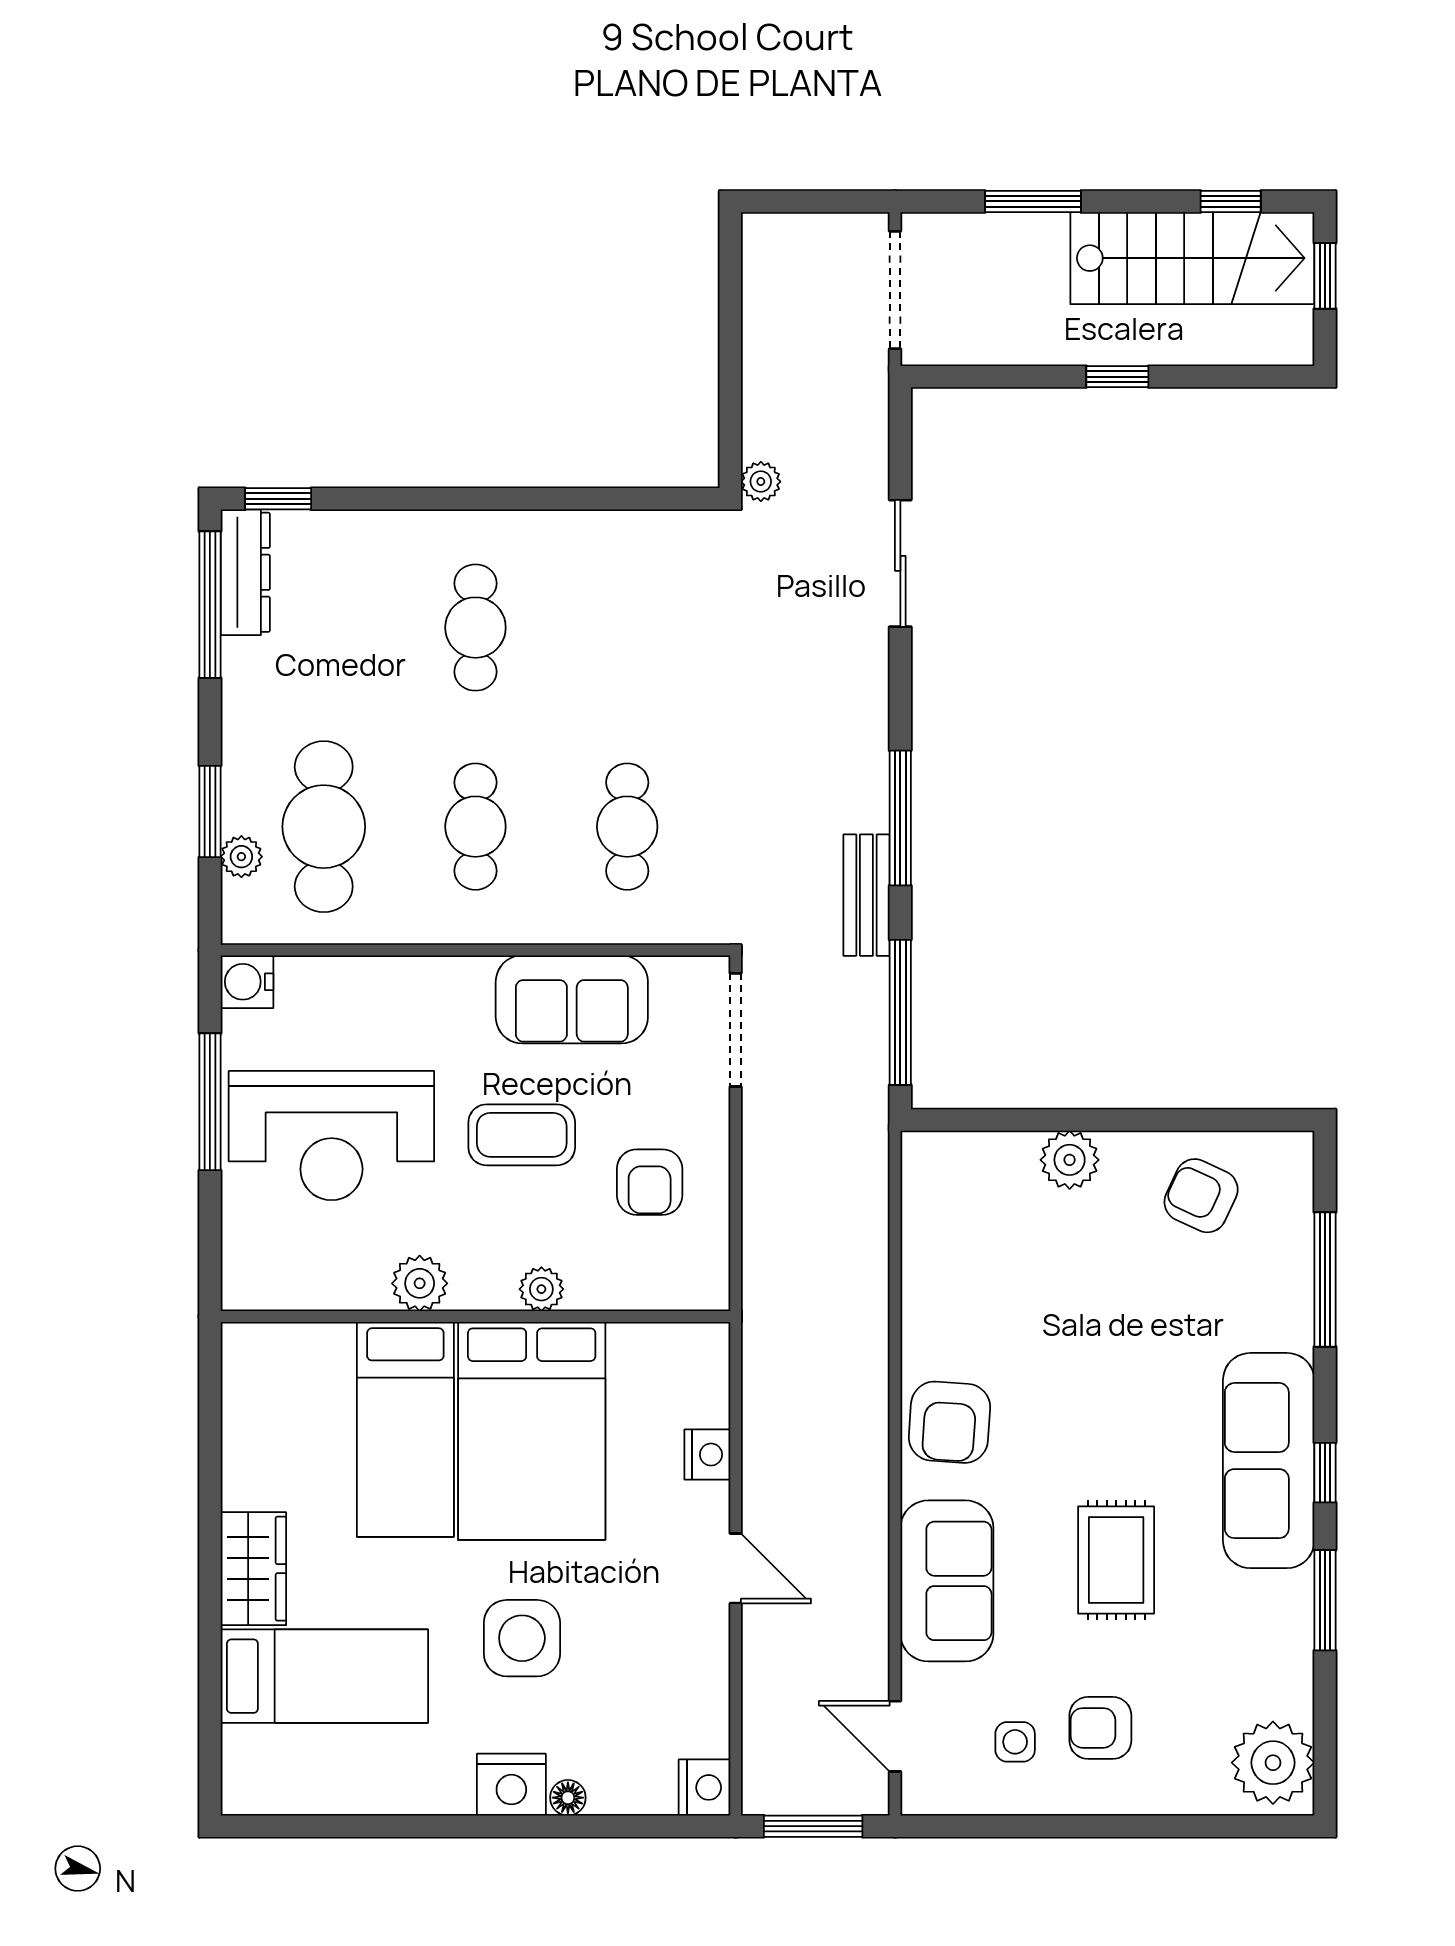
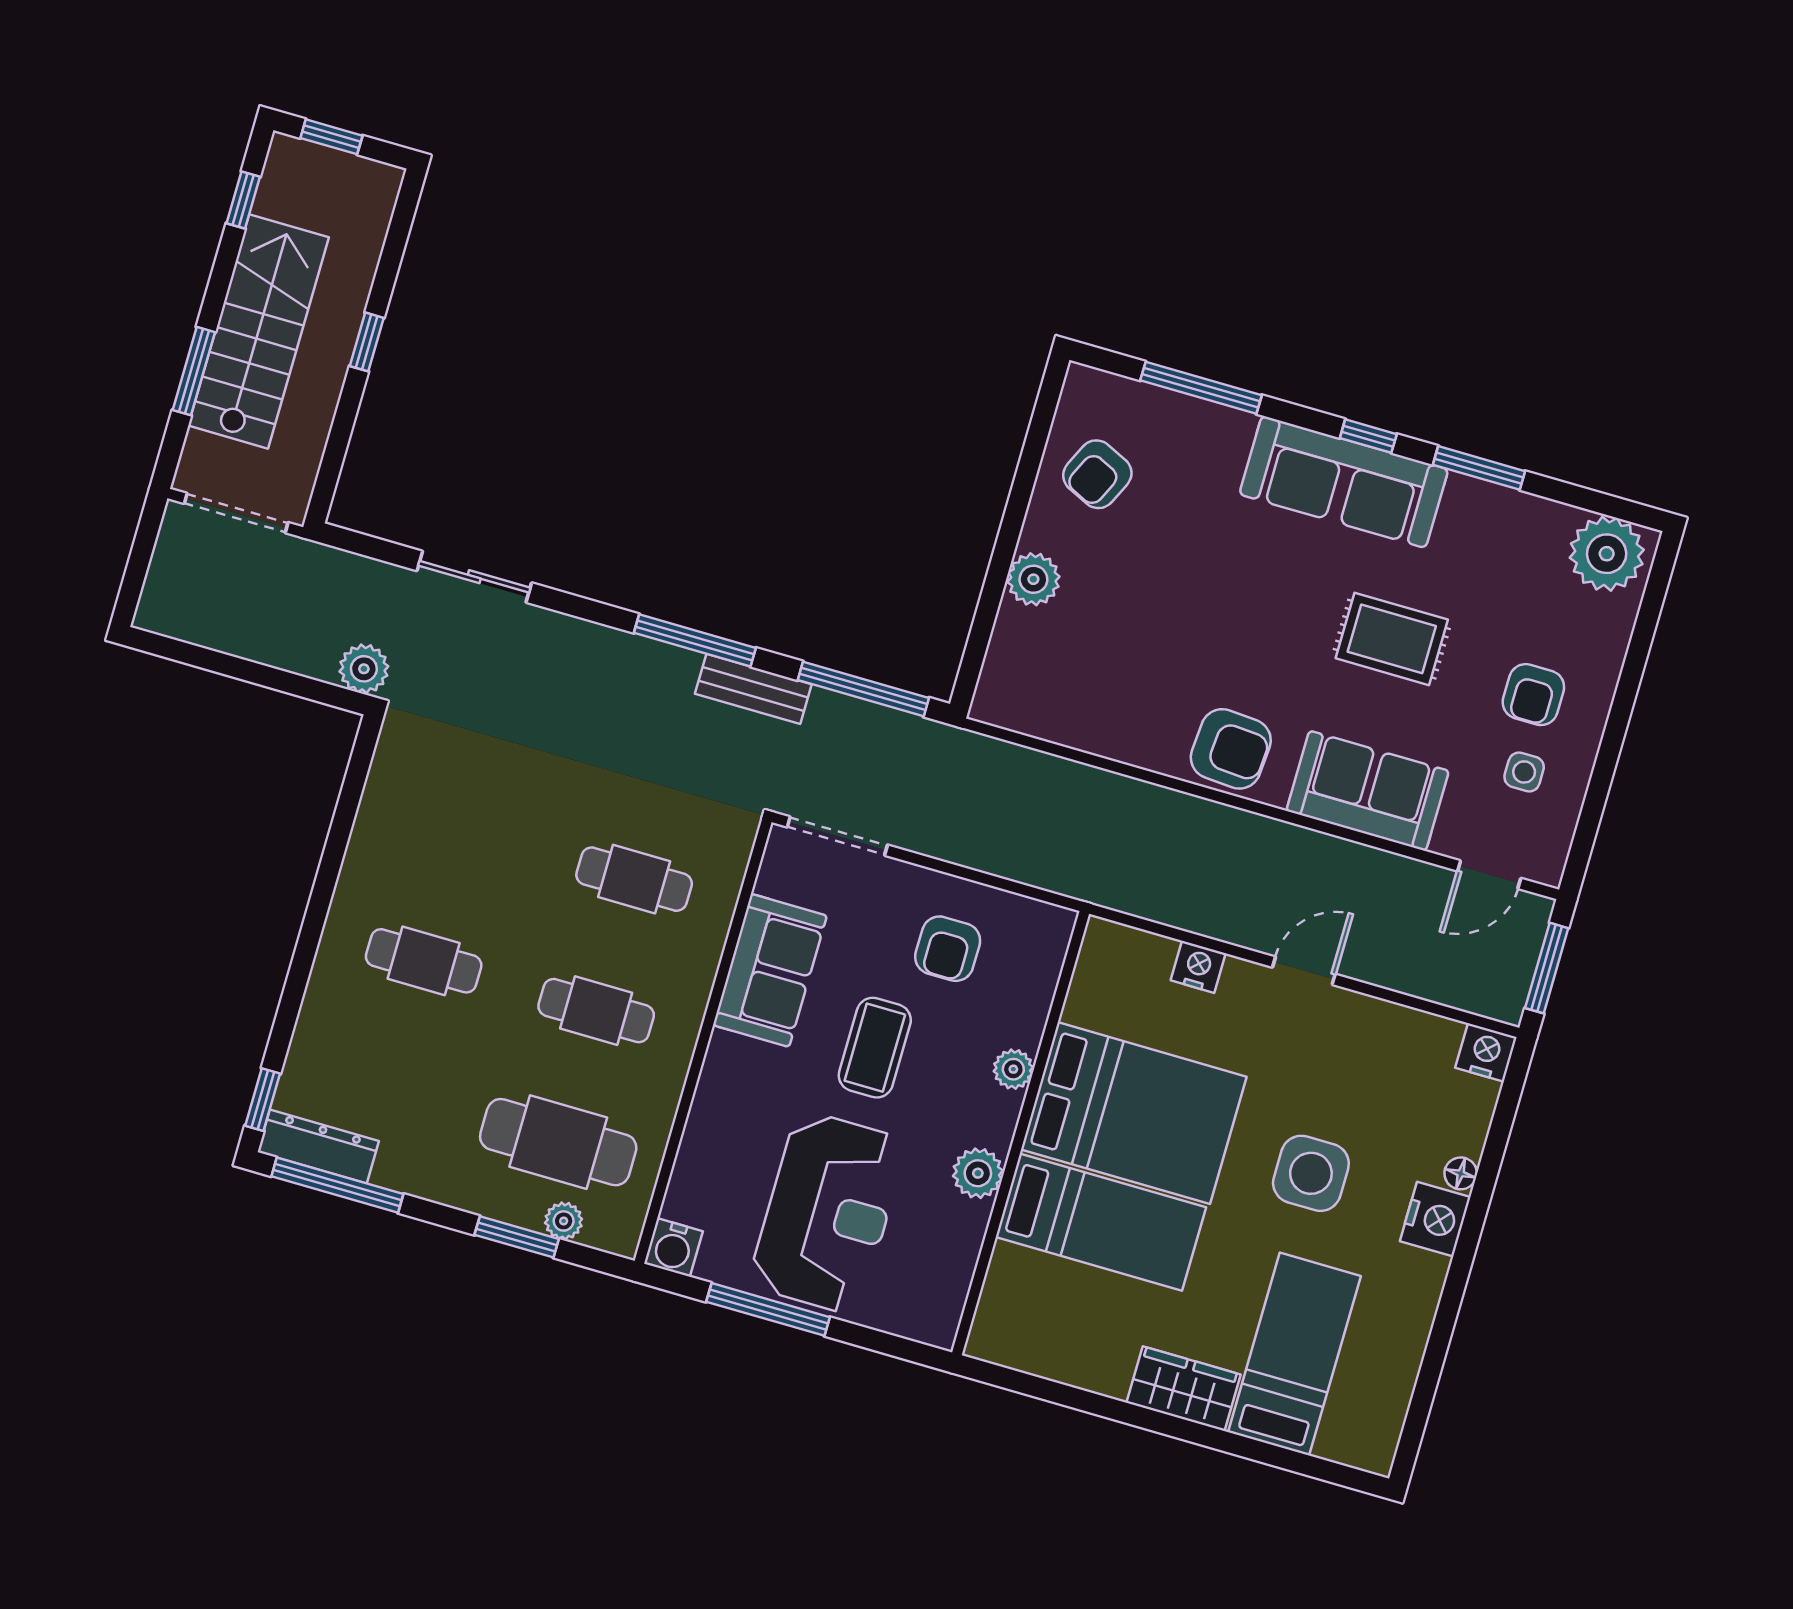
stairs: (1192, 258) -> (258, 331), moved
plant: (761, 482) -> (364, 669), width x1.38, depth x1.38
armchair: (650, 1182) -> (948, 949), turned 90

